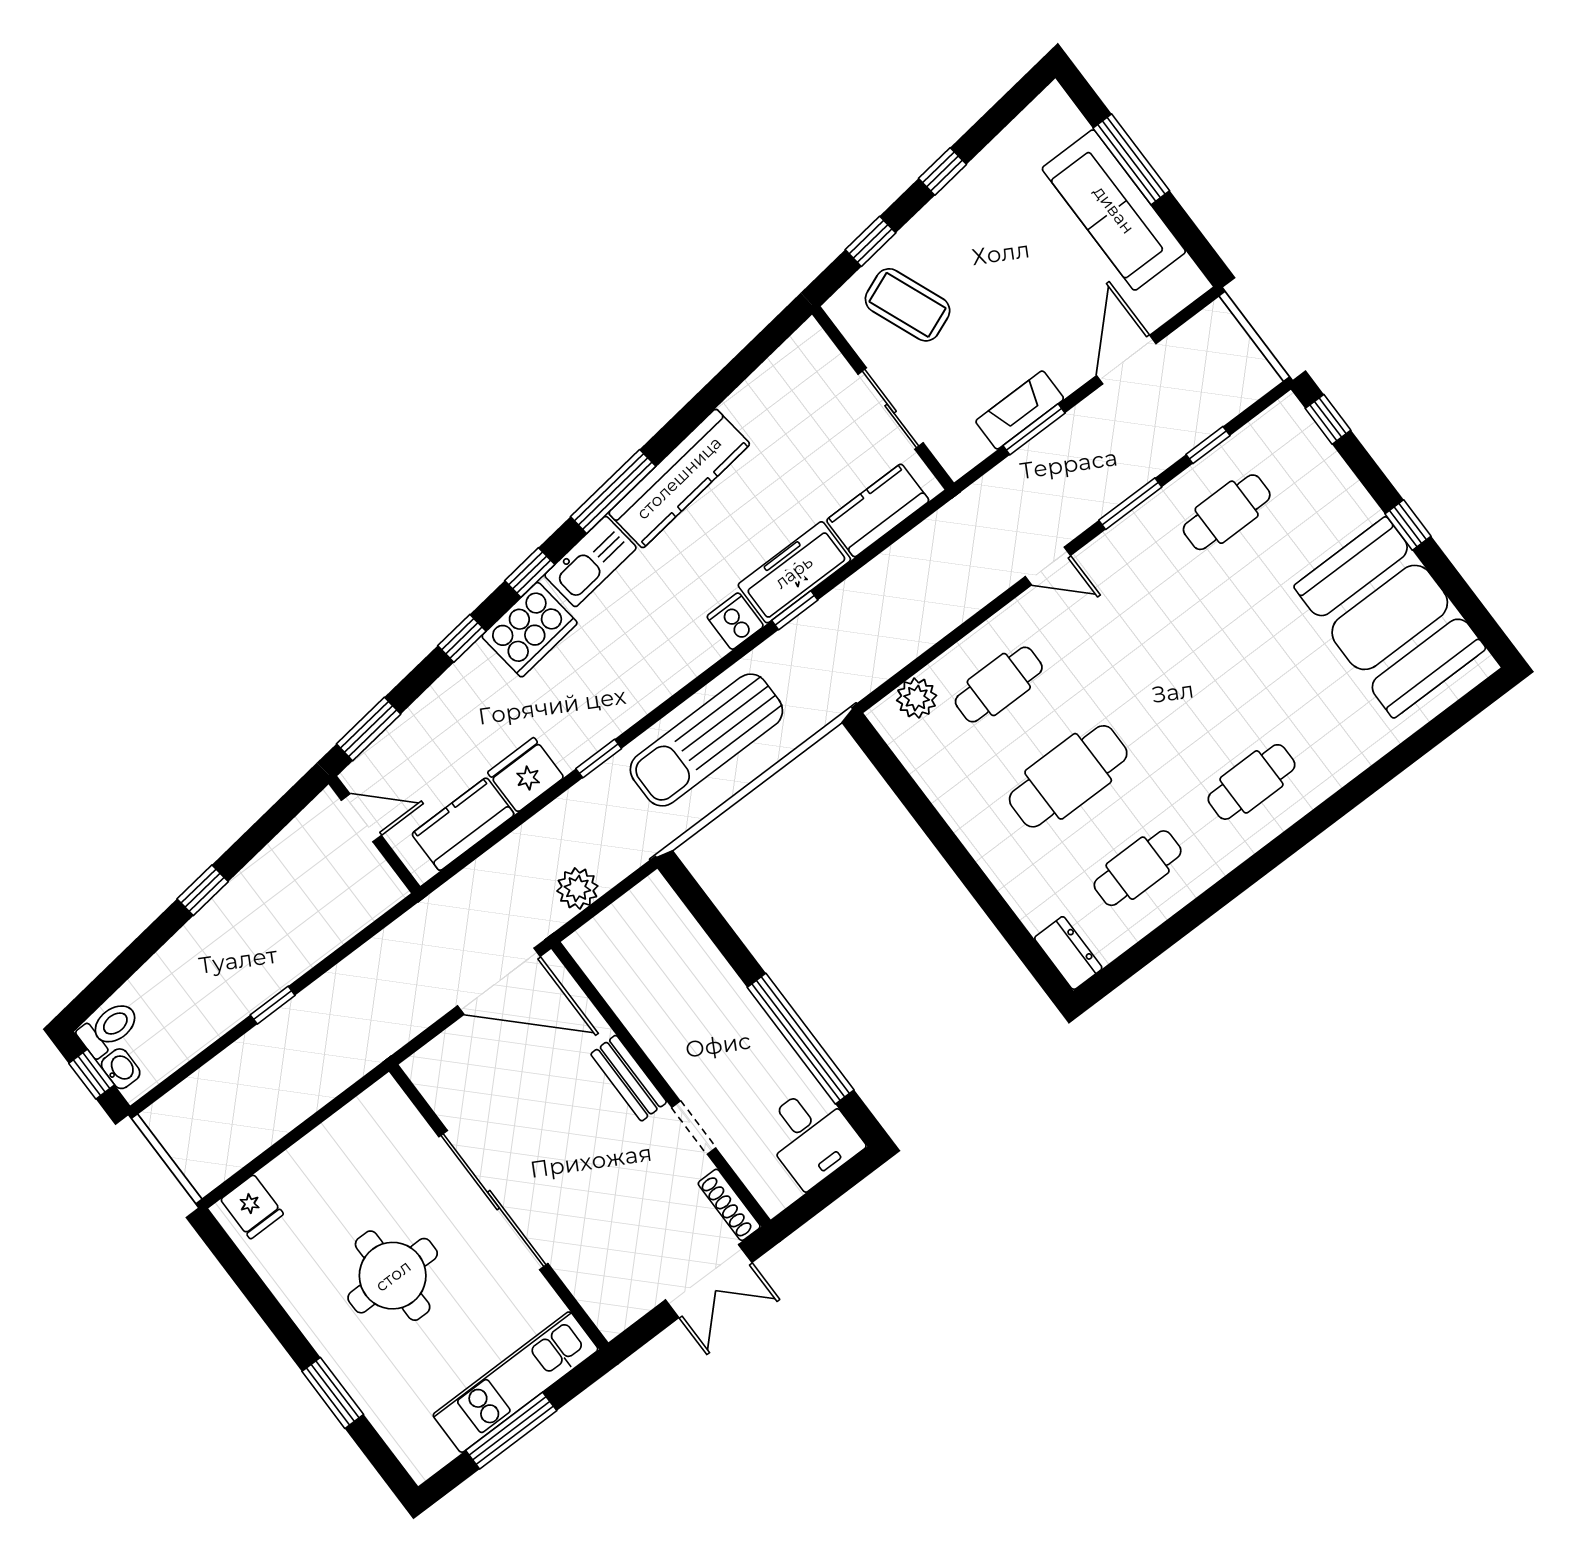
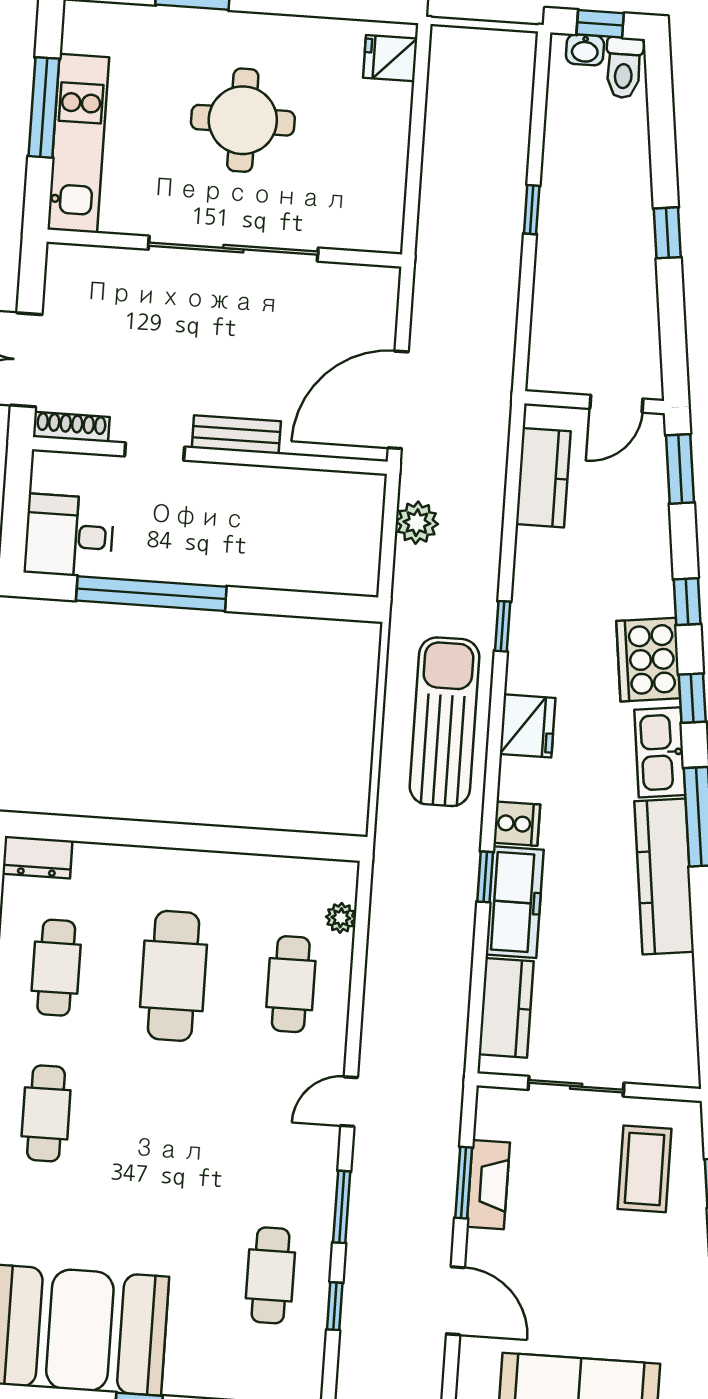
coffee table: (908, 305) -> (645, 1169), turned -68
plant: (917, 698) -> (341, 918), width x0.73, depth x0.73
fridge: (526, 775) -> (528, 726), moved

